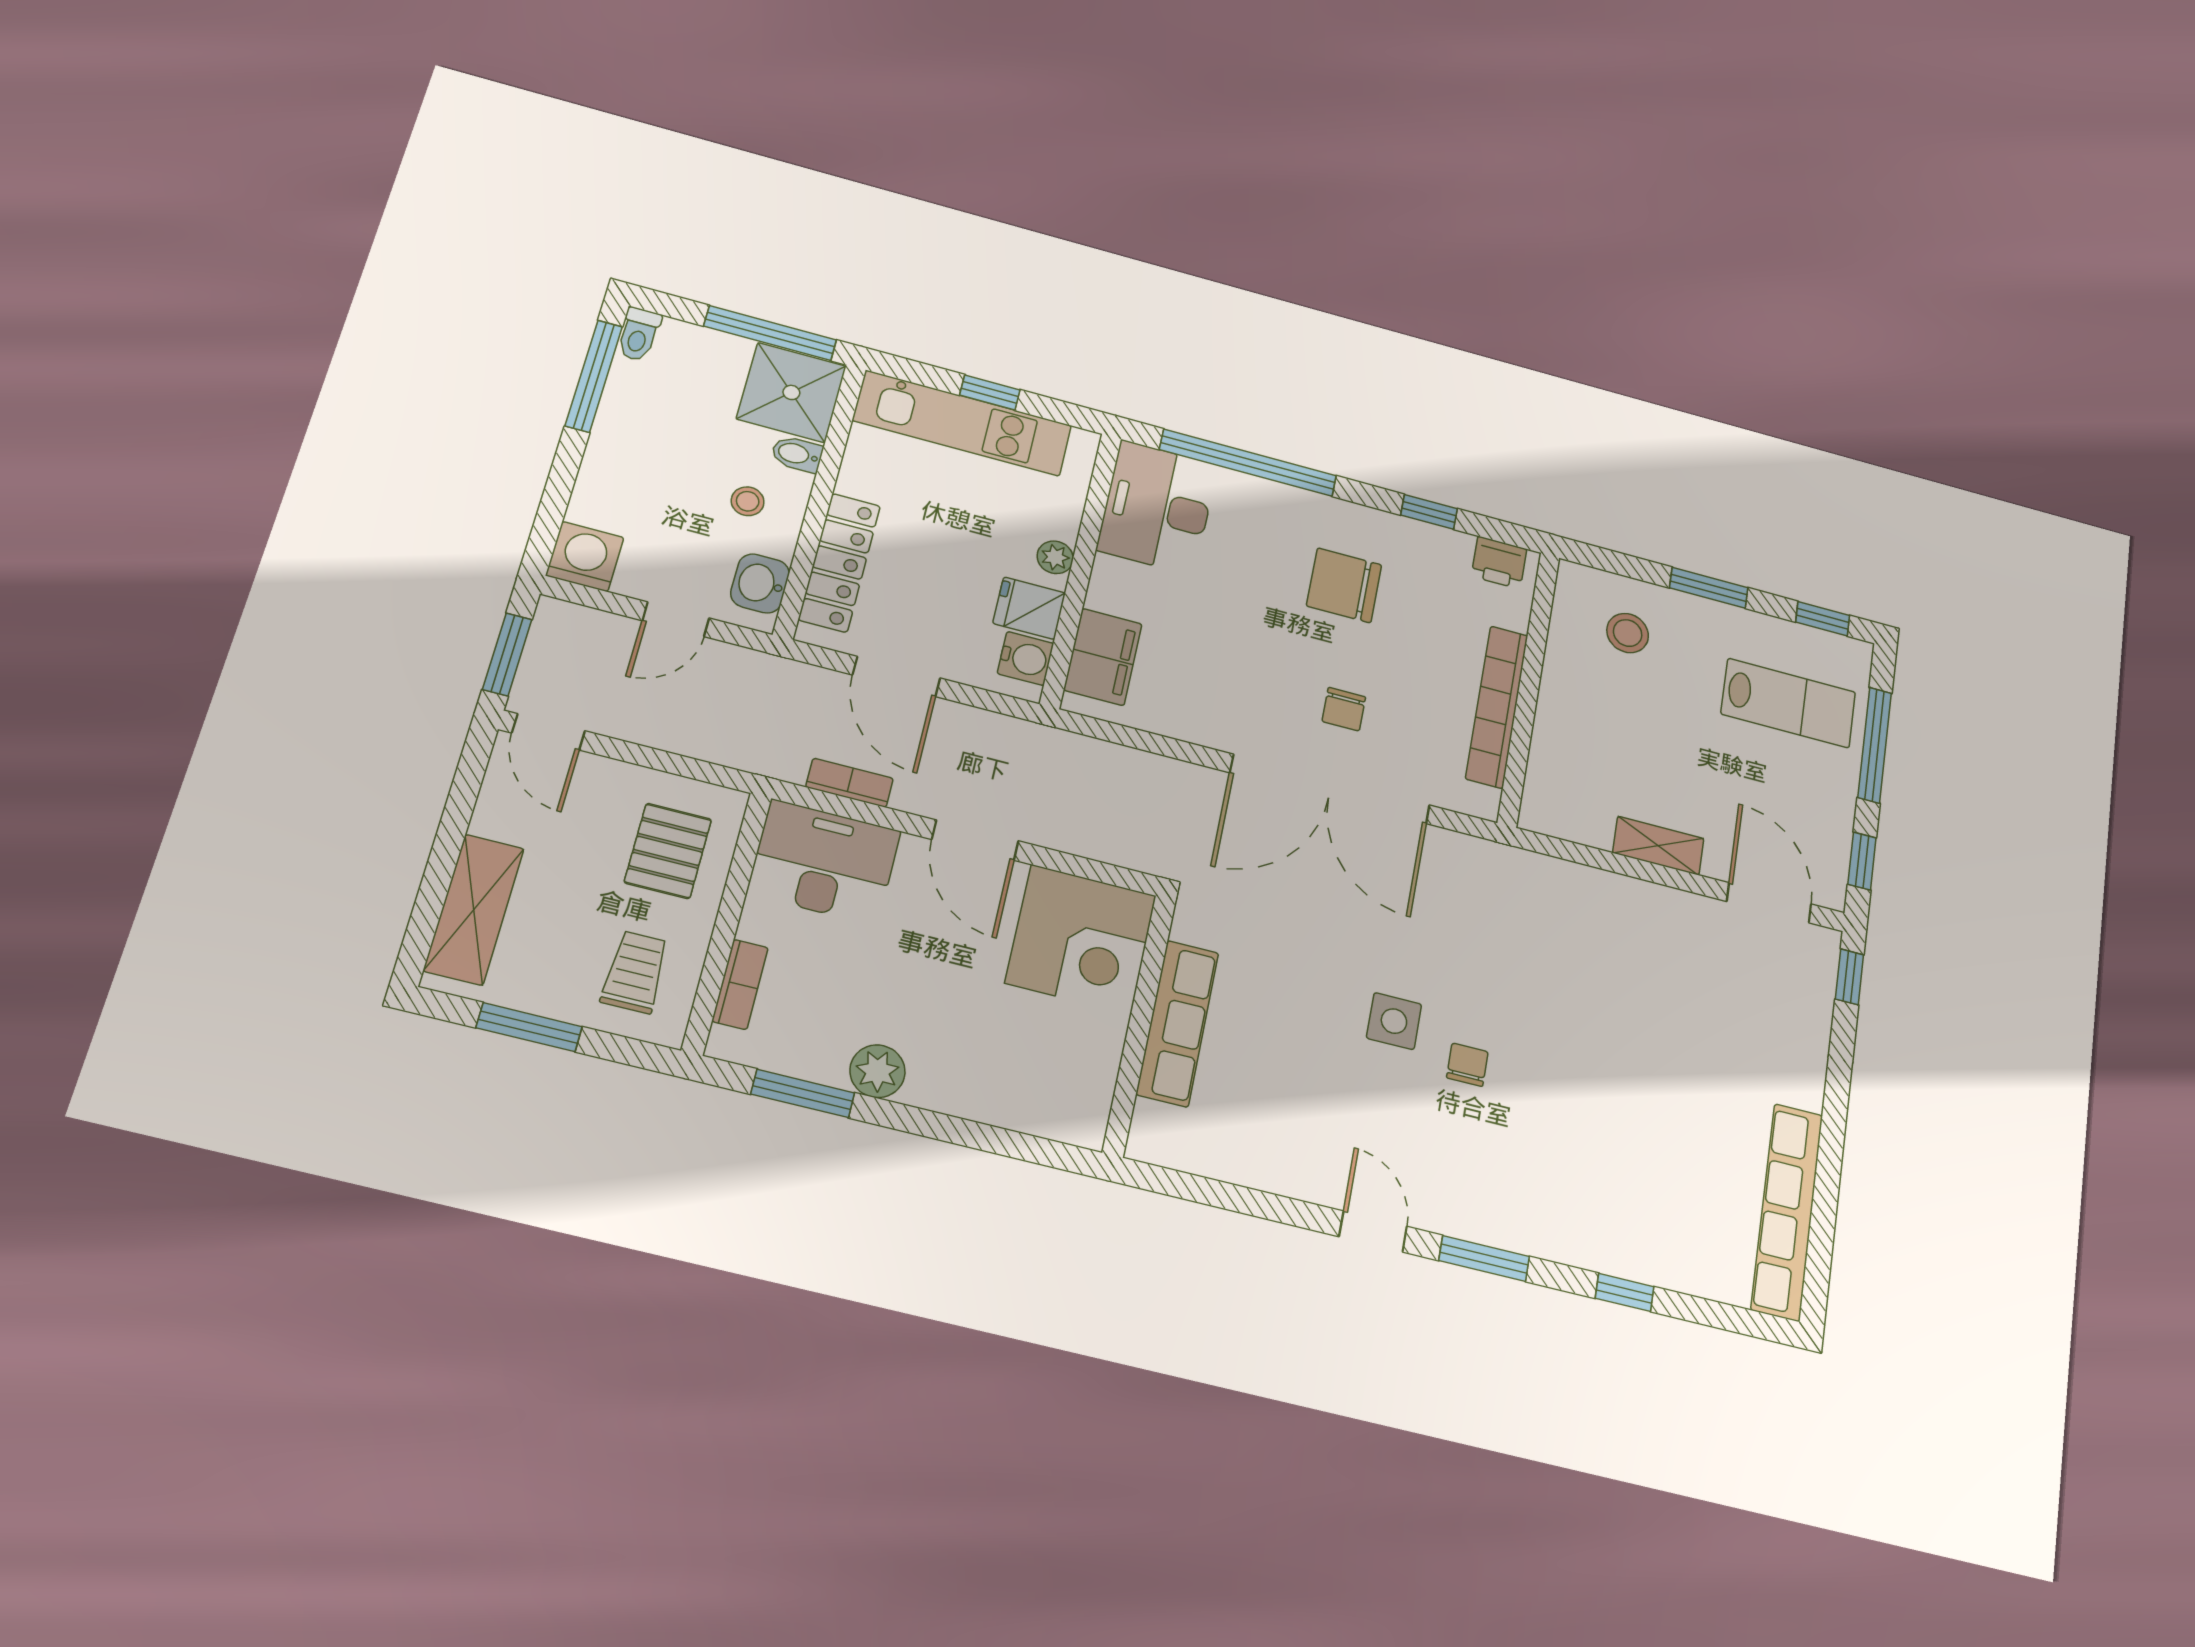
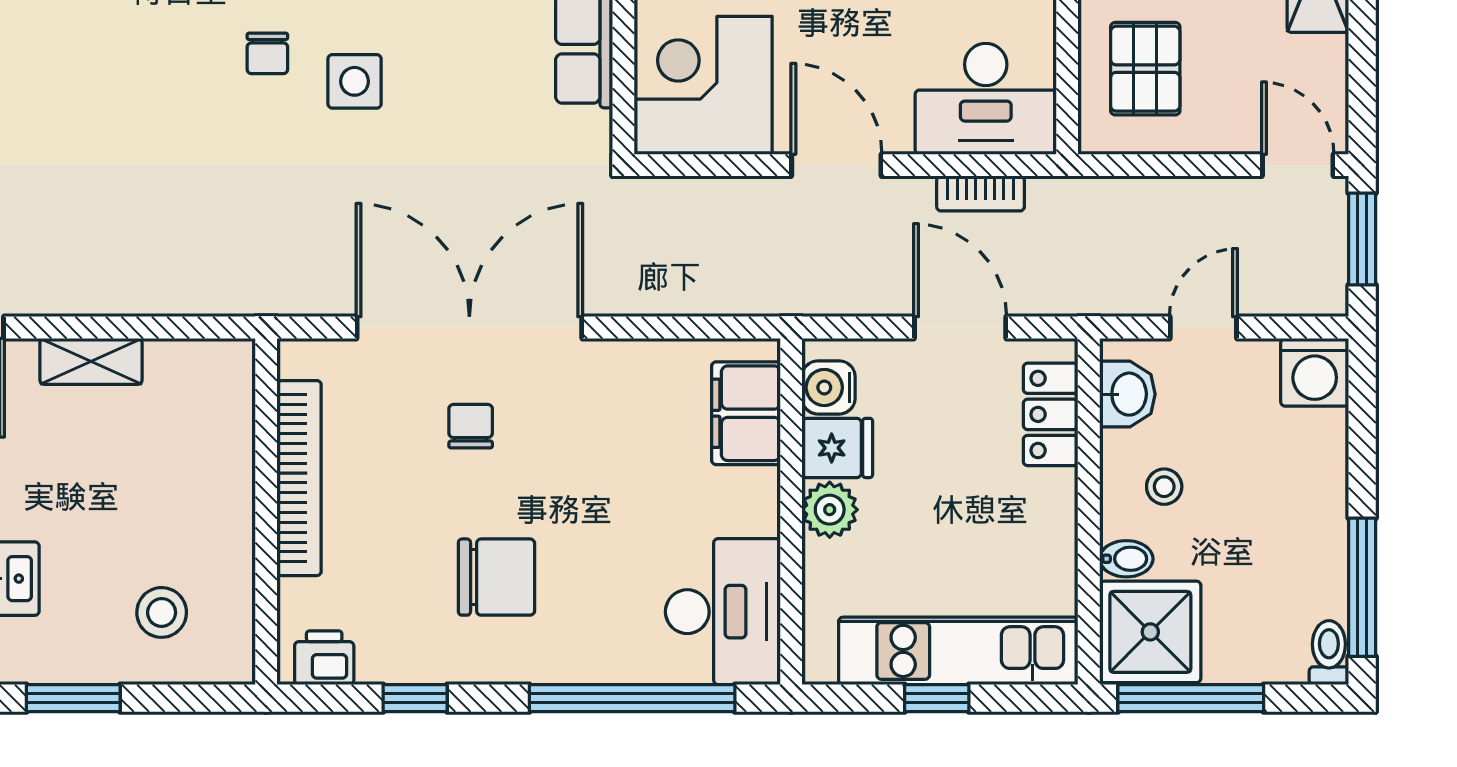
plant: (1055, 557) -> (830, 510), width x1.38, depth x1.38
locker: (839, 563) -> (1051, 414), width x0.66

